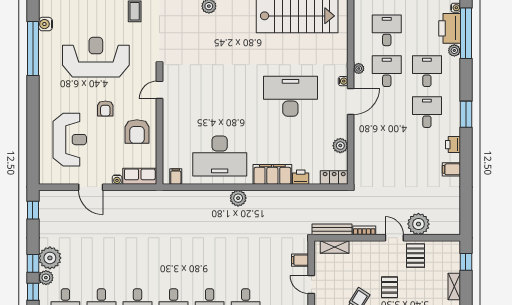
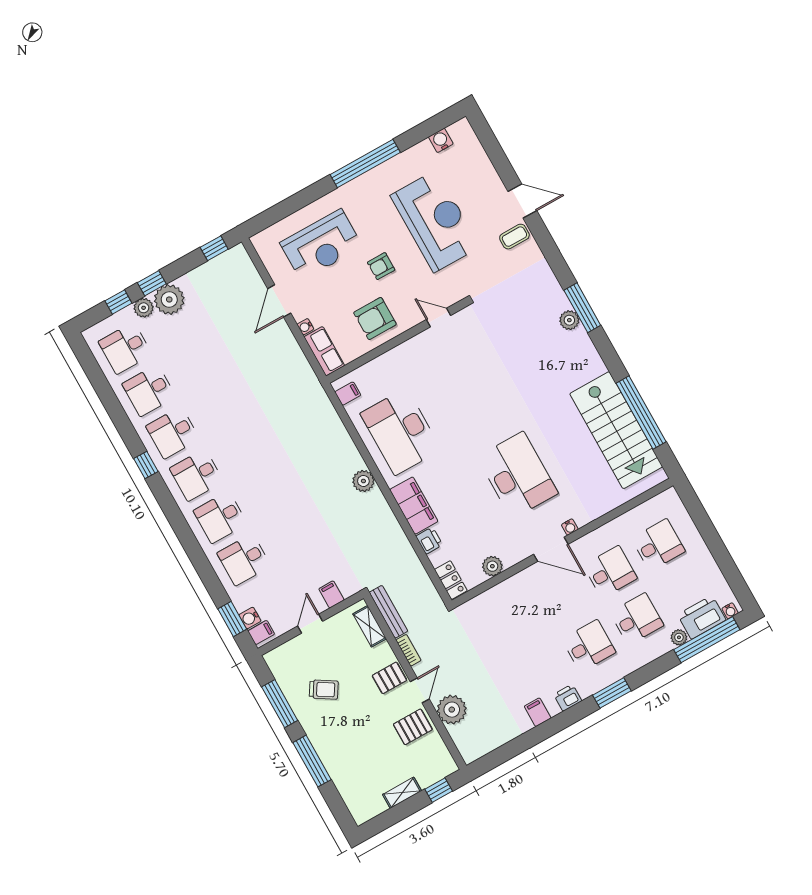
window: (33, 49) -> (365, 163), moved
plant: (359, 68) -> (595, 537), removed
pallet: (389, 287) -> (389, 678), moved

